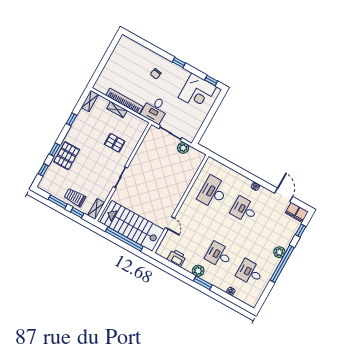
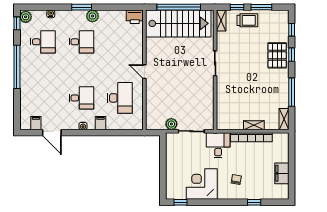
filing cabinet: (116, 58) -> (282, 173), added
window: (179, 63) -> (254, 202), moved
corner desk: (197, 92) -> (202, 184), moved
window: (71, 119) -> (292, 92), width x2.17
pallet: (115, 143) -> (239, 93), removed
filing cabinet: (301, 215) -> (100, 123), moved
door: (170, 223) -> (144, 72), moved
window: (301, 231) -> (17, 23), moved
plant: (279, 252) -> (26, 17), moved
printer: (177, 258) -> (135, 17), moved

